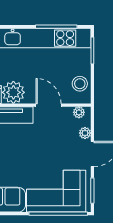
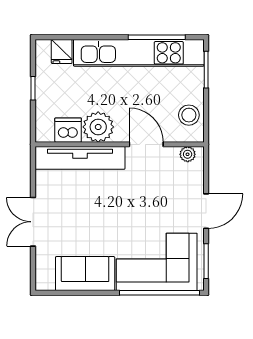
plant: (85, 133) -> (196, 183), removed

